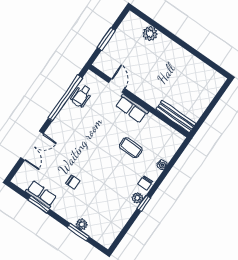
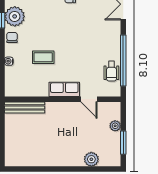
window: (106, 39) -> (123, 143), moved
plant: (110, 48) -> (115, 126), added
wheelchair: (81, 96) -> (111, 71), turned 180
plant: (137, 198) -> (15, 16), width x1.87, depth x1.87

